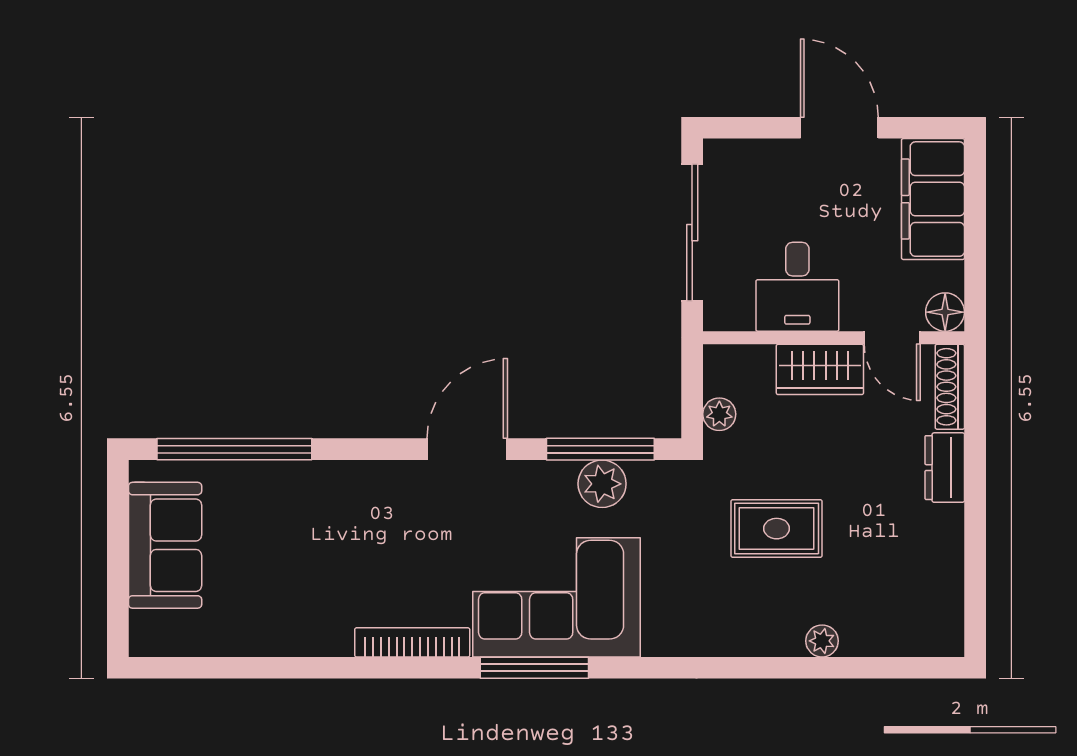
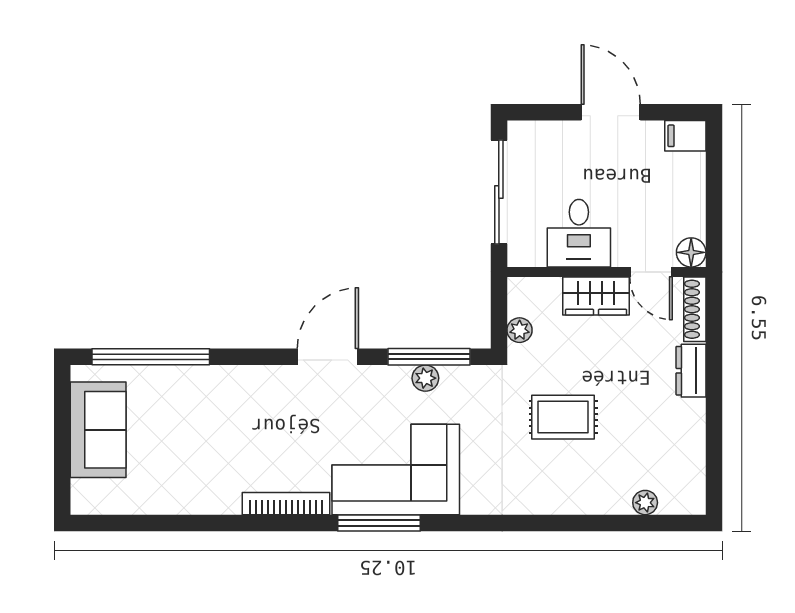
filing cabinet: (933, 199) -> (685, 136), width x0.33, depth x0.86
plant: (602, 484) -> (425, 378), width x0.73, depth x0.73
plant: (822, 641) -> (645, 503), moved

